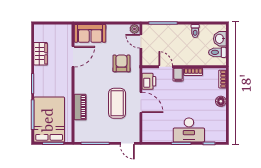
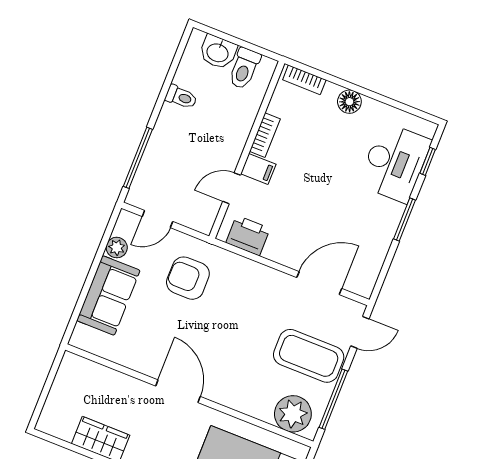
plant: (134, 29) -> (117, 248), moved
sofa: (90, 33) -> (108, 295), moved
door: (73, 57) -> (178, 391), moved
door: (141, 102) -> (319, 283), moved
coffee table: (117, 103) -> (309, 356), moved
piano: (80, 107) -> (245, 401), removed
plant: (83, 129) -> (293, 414), added
desk: (189, 130) -> (395, 162), moved

